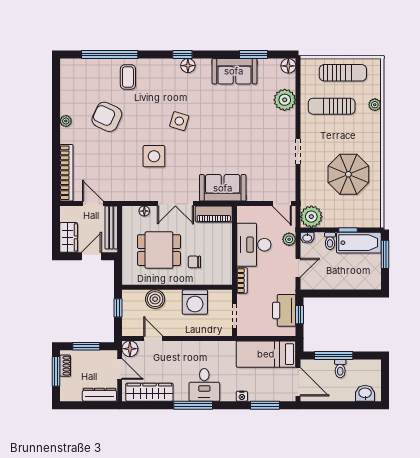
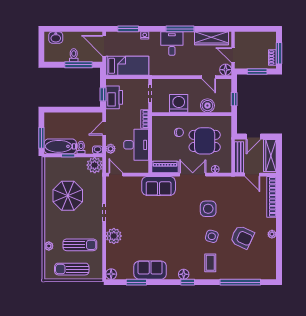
coffee table: (128, 77) -> (210, 263), moved
plant: (285, 100) -> (114, 236), moved
side table: (179, 121) -> (212, 236), moved
wardrobe: (69, 237) -> (270, 156), width x1.50
dresser: (99, 395) -> (248, 37), removed

